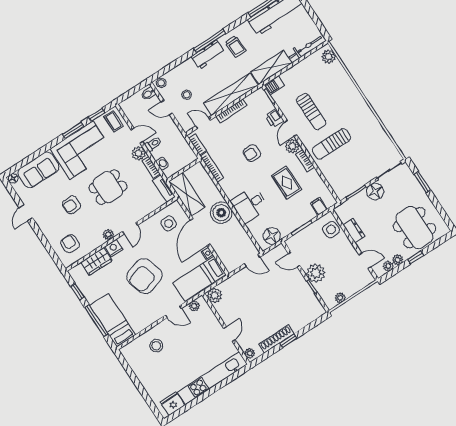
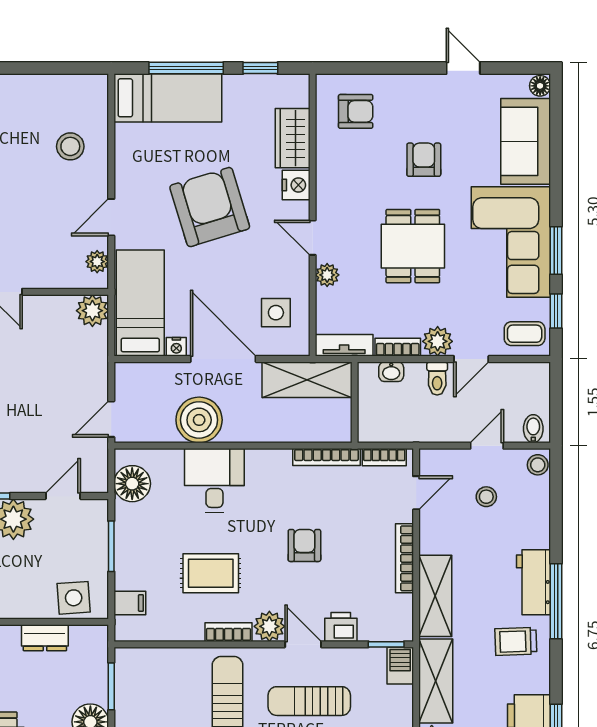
shelving: (231, 94) -> (435, 596), width x0.68
boiler: (221, 213) -> (199, 420), moved
plant: (108, 234) -> (327, 275), moved

